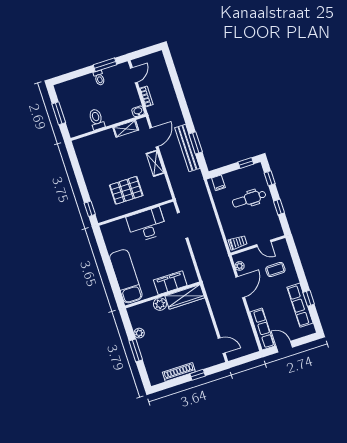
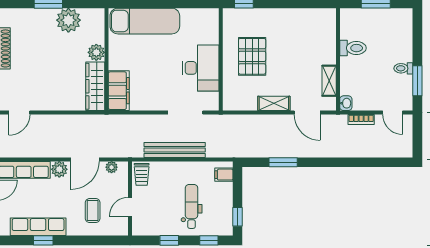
bench: (187, 148) -> (175, 150), moved
filing cabinet: (170, 283) -> (119, 91), moved
door: (240, 287) -> (85, 159), hinge flipped
plant: (253, 303) -> (59, 169), added
plant: (139, 333) -> (68, 20), width x1.88, depth x1.88

